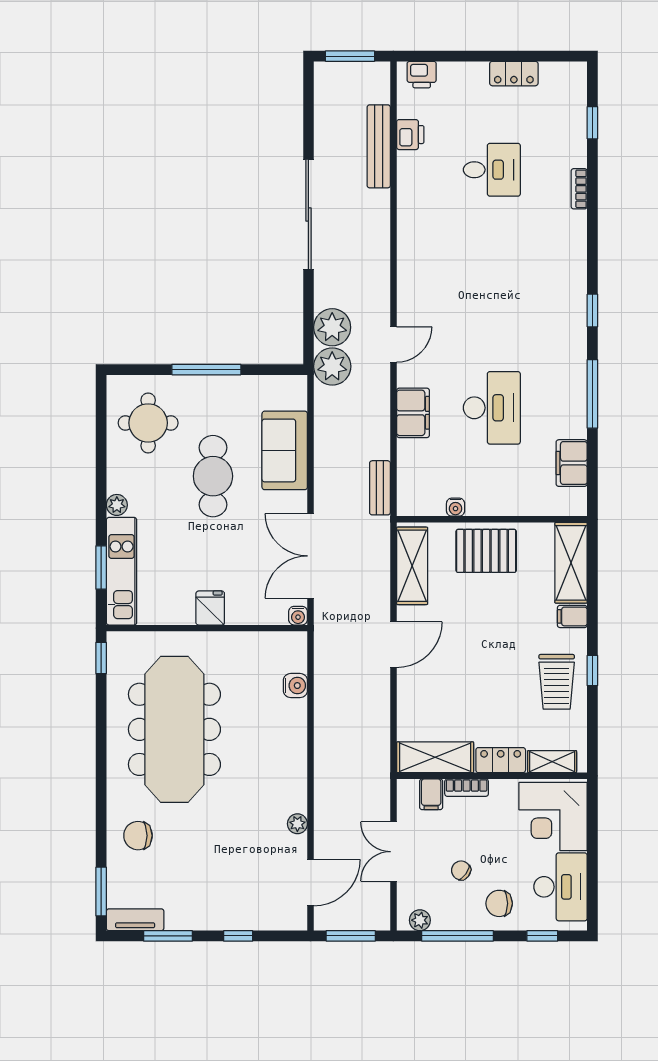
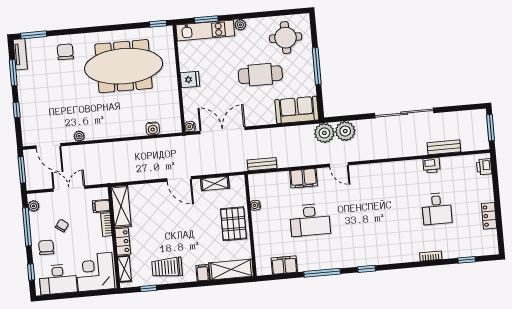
printer: (410, 135) -> (432, 165), moved
bench: (379, 146) -> (444, 147), width x0.73
sofa: (285, 450) -> (297, 110), moved
shelving: (412, 566) -> (215, 184), width x0.67, depth x0.75
window: (592, 671) -> (148, 288), moved

